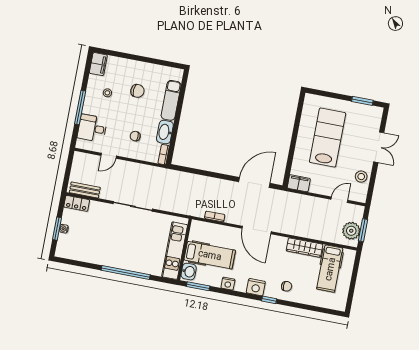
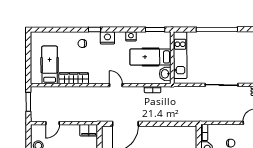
door: (257, 230) -> (116, 85), width x0.53
plant: (351, 231) -> (38, 99), removed
washbasin: (189, 272) -> (165, 74), moved

